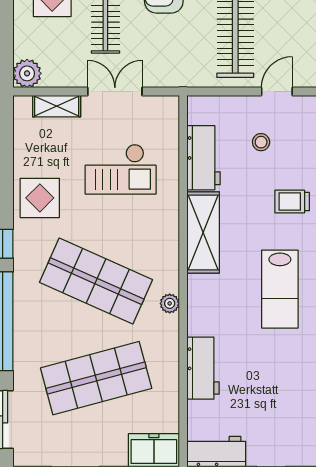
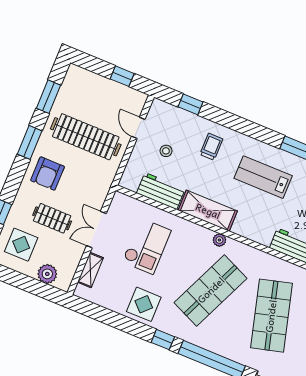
plant: (27, 73) -> (47, 274), moved
trolley: (292, 202) -> (211, 147), turned 180
lab bench: (280, 289) -> (263, 177), turned 180
plant: (170, 303) -> (219, 240), moved

